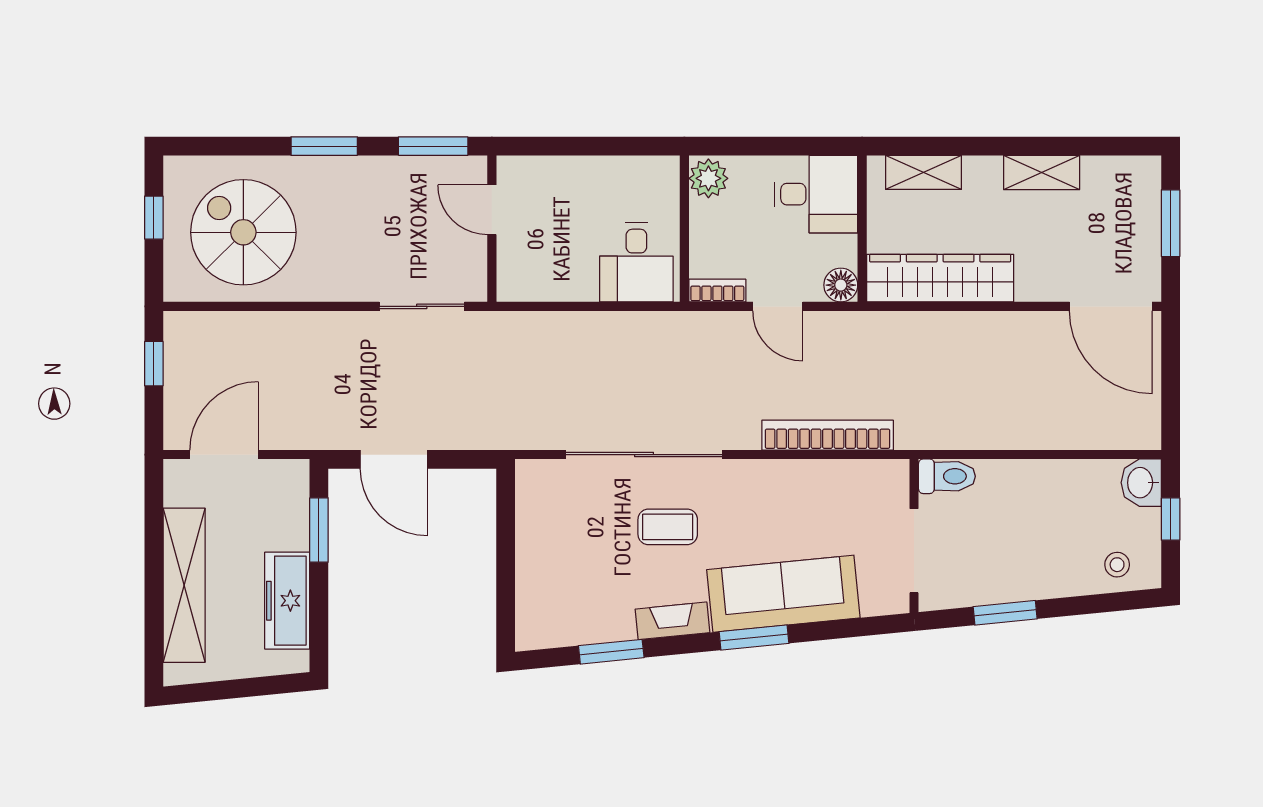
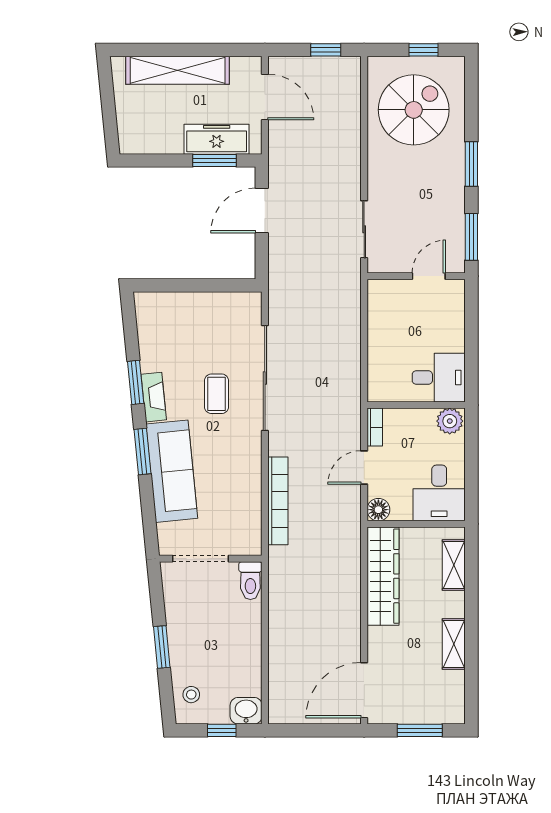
desk: (636, 262) -> (439, 378), moved, turned 180
freezer: (287, 601) -> (217, 139), moved
window: (1005, 613) -> (162, 647), moved
window: (611, 652) -> (136, 382), moved

